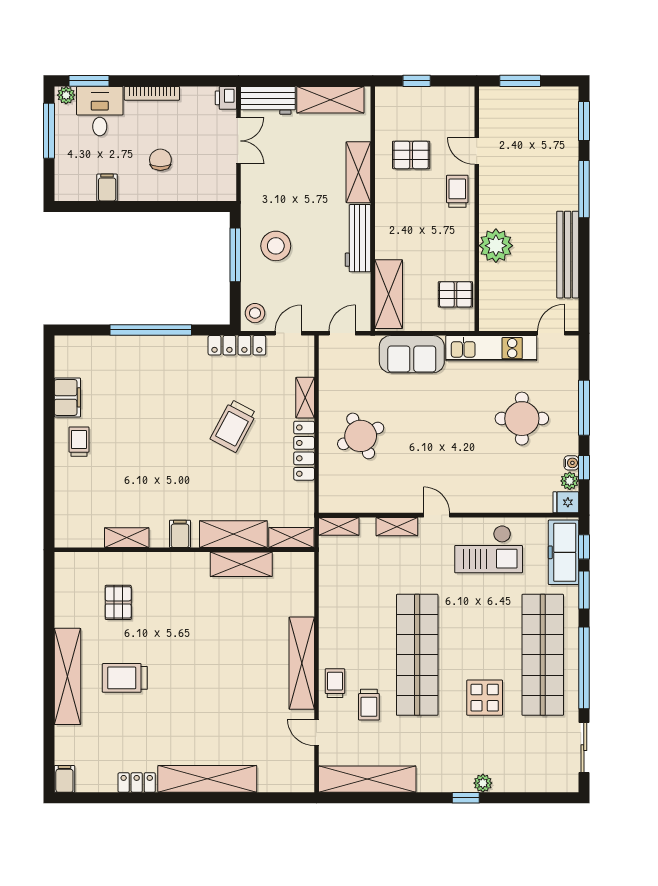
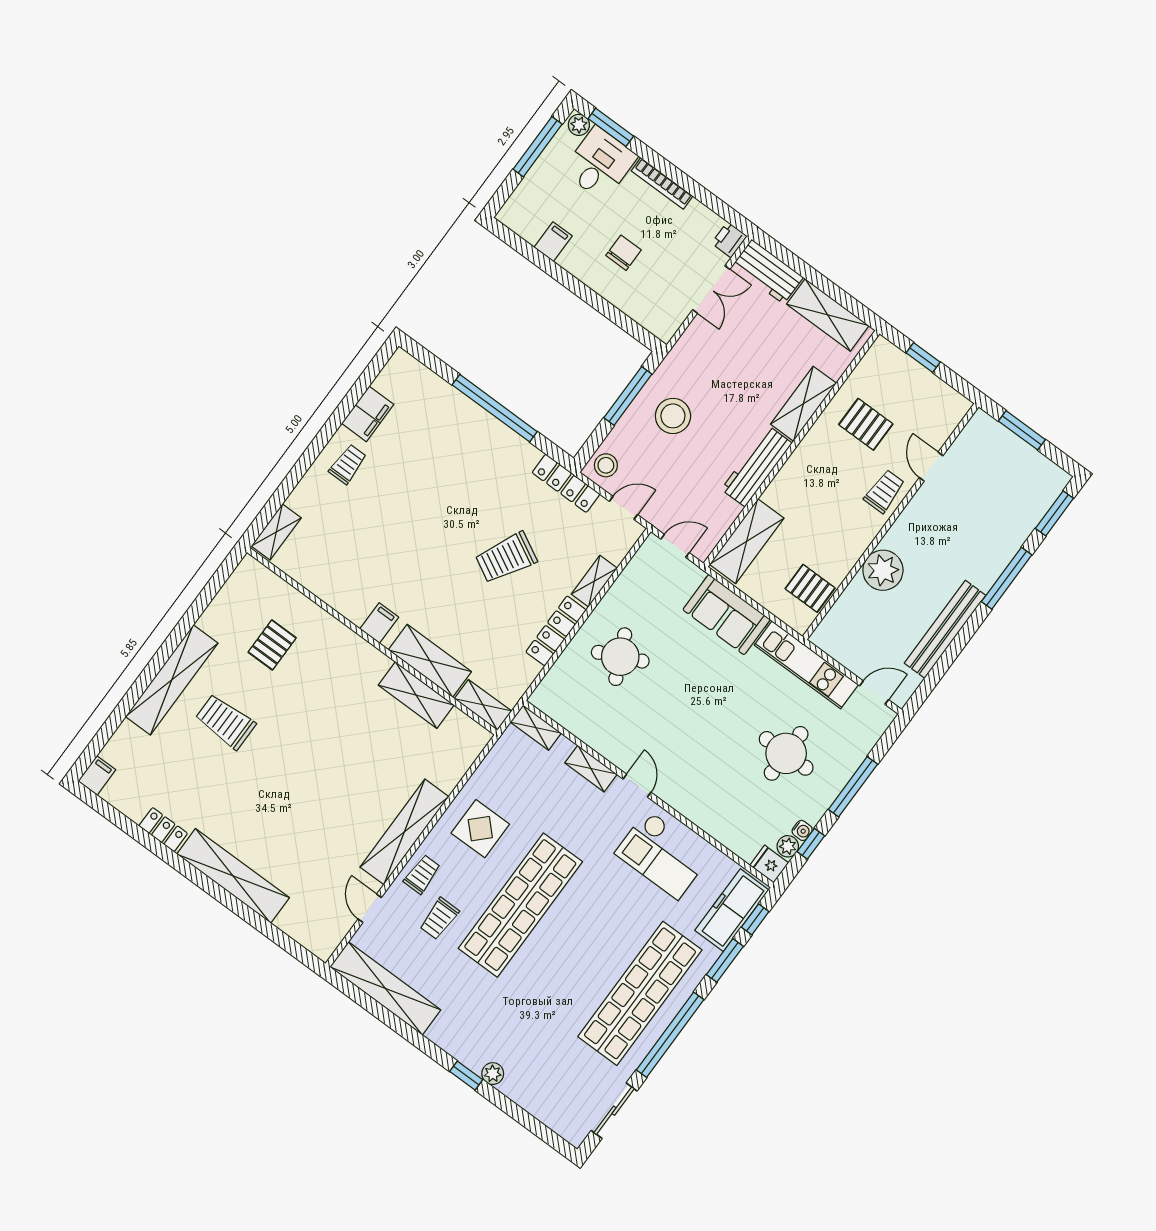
shelving: (127, 538) -> (276, 532), moved, turned 90
display table: (485, 698) -> (480, 829), moved

